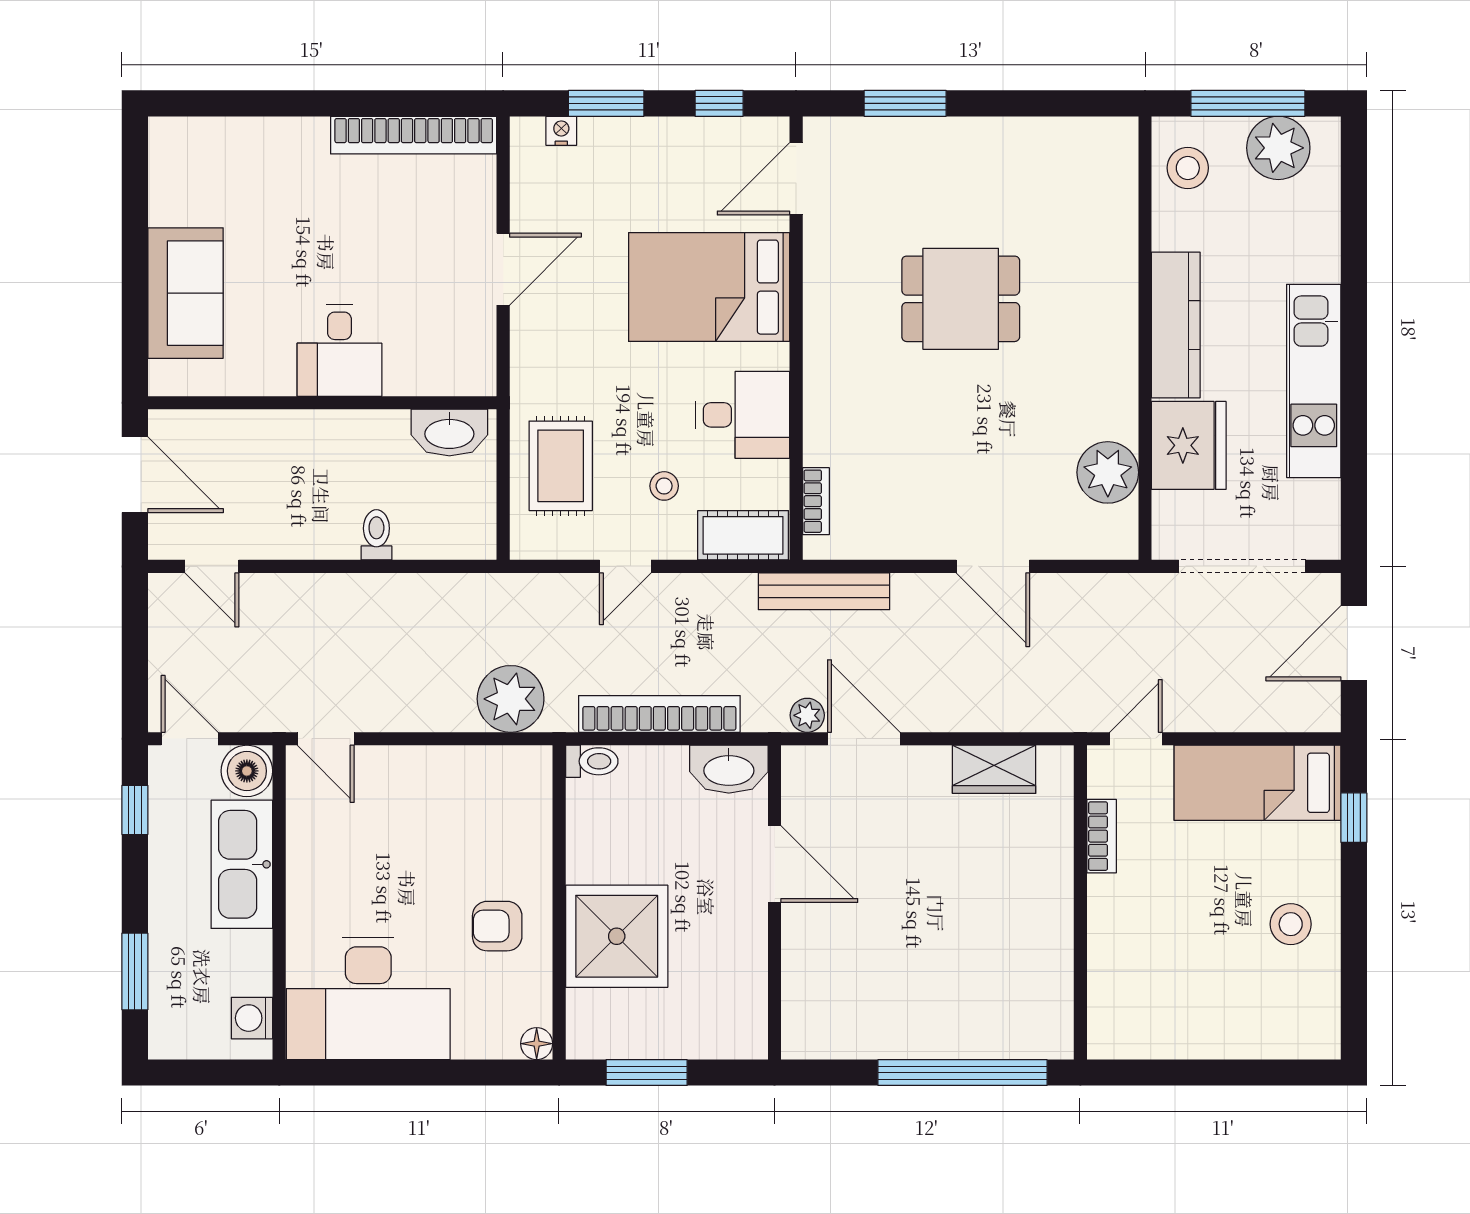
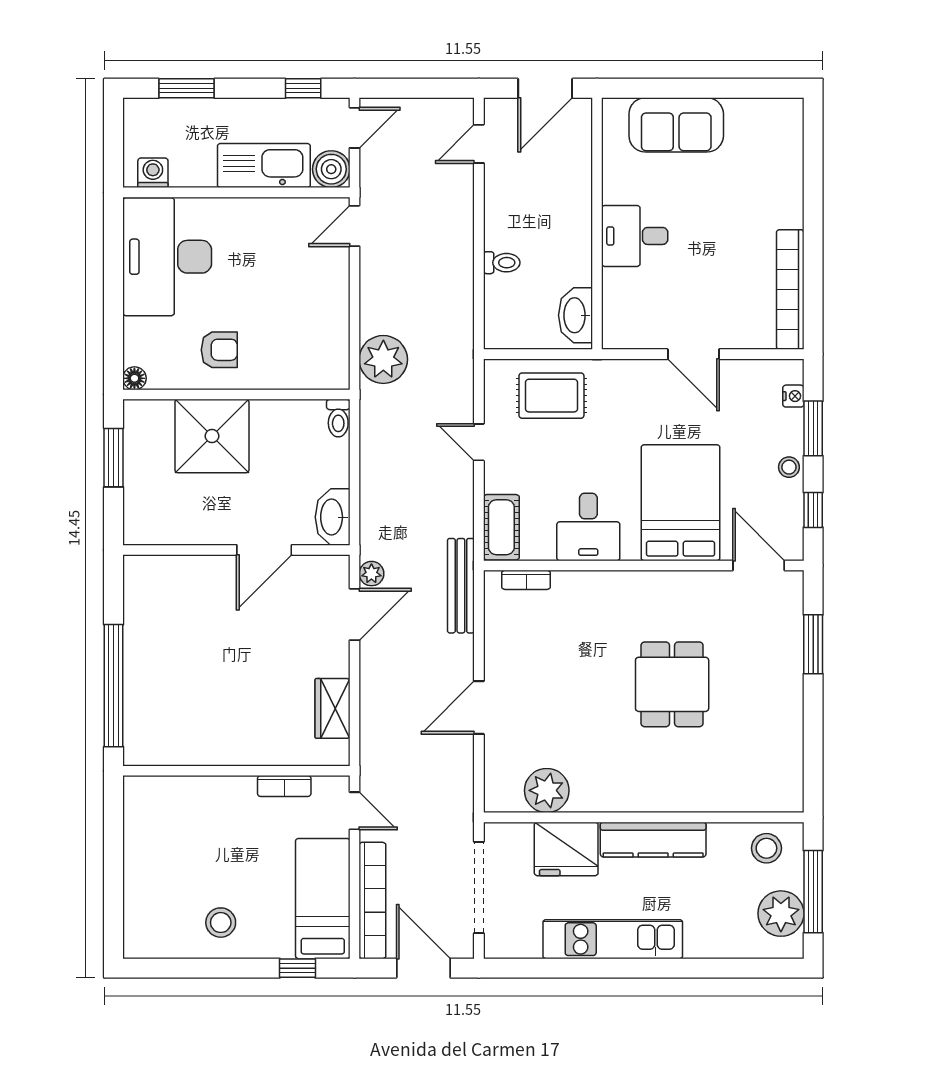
stool: (664, 486) -> (789, 467), moved
bookcase: (659, 714) -> (372, 900), moved
armchair: (497, 926) -> (219, 350), turned 90

